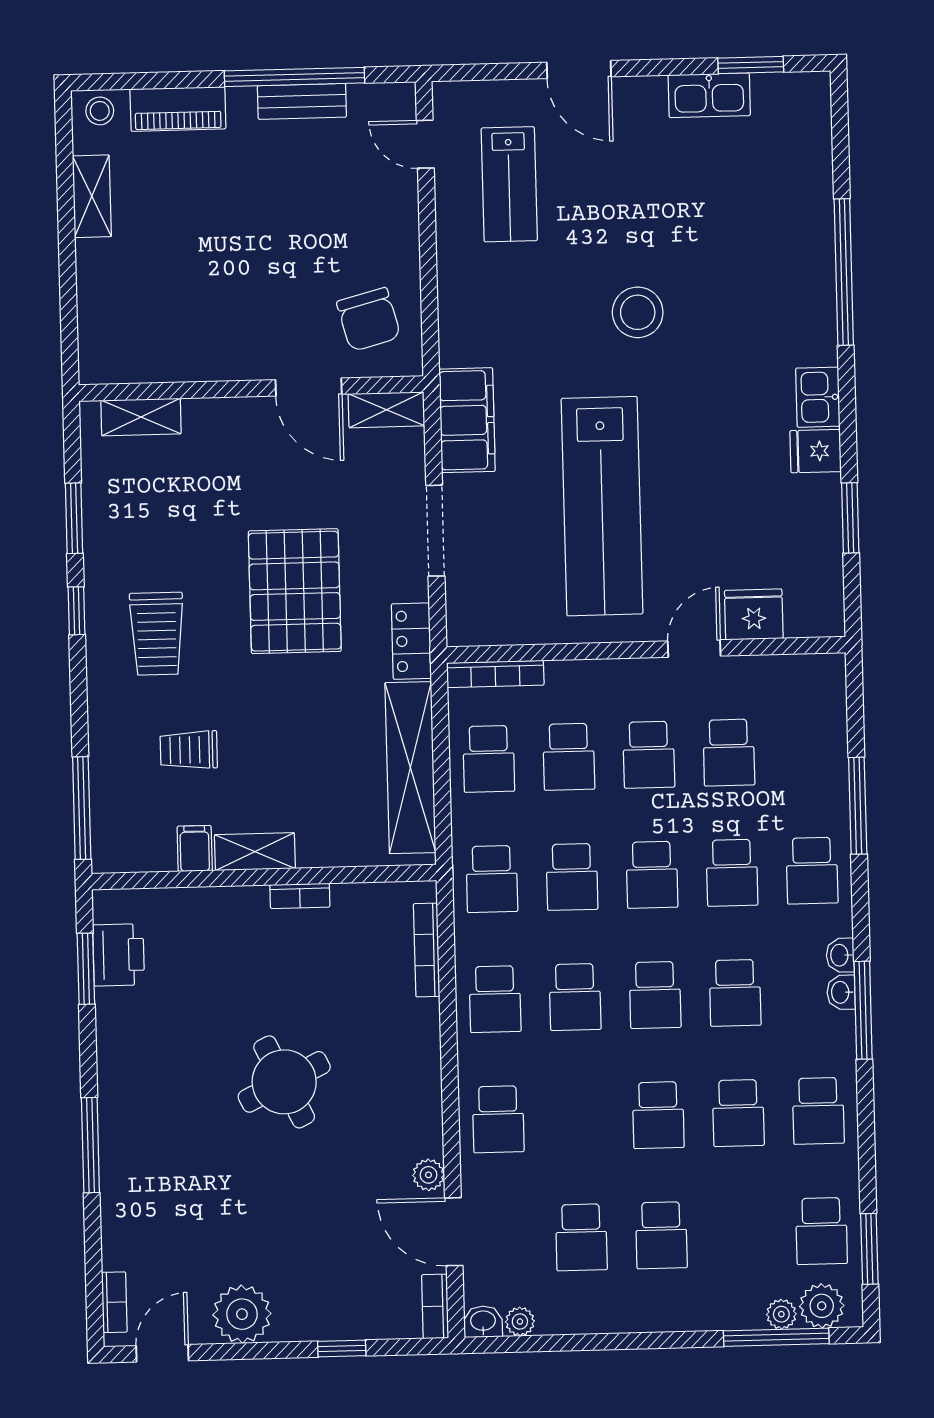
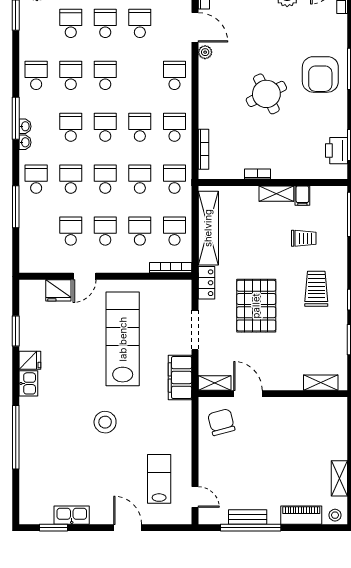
armchair: (160, 1130) -> (320, 74), added
school desk: (821, 1231) -> (71, 23), moved

